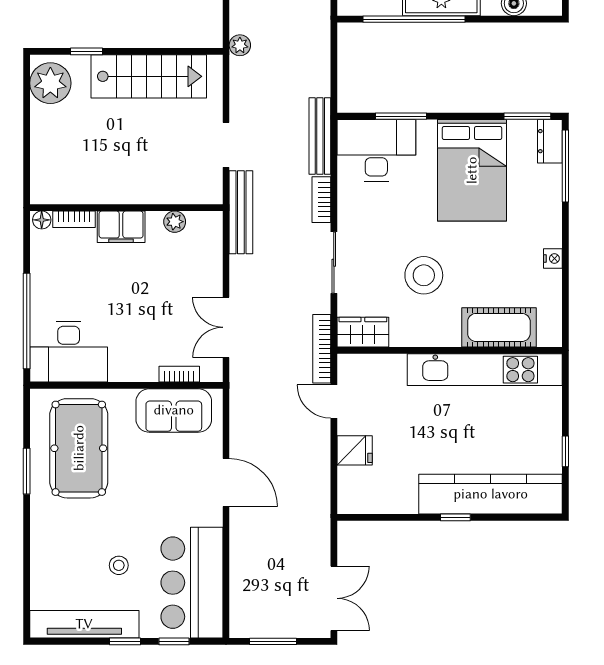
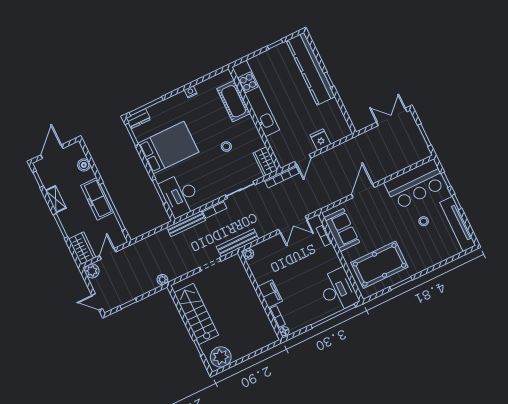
plant: (175, 222) -> (248, 254), moved
stool: (424, 275) -> (226, 147), width x0.53, depth x0.53

